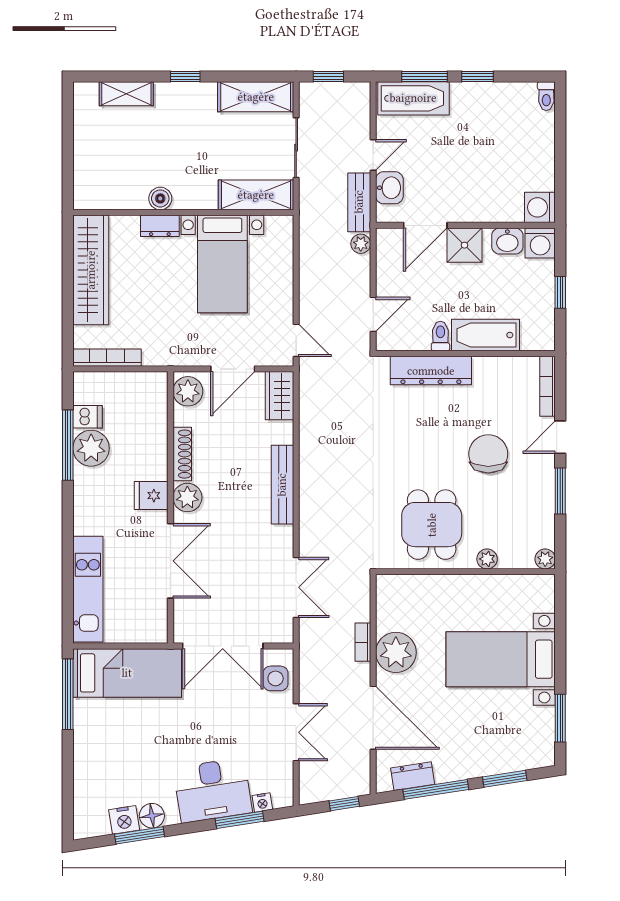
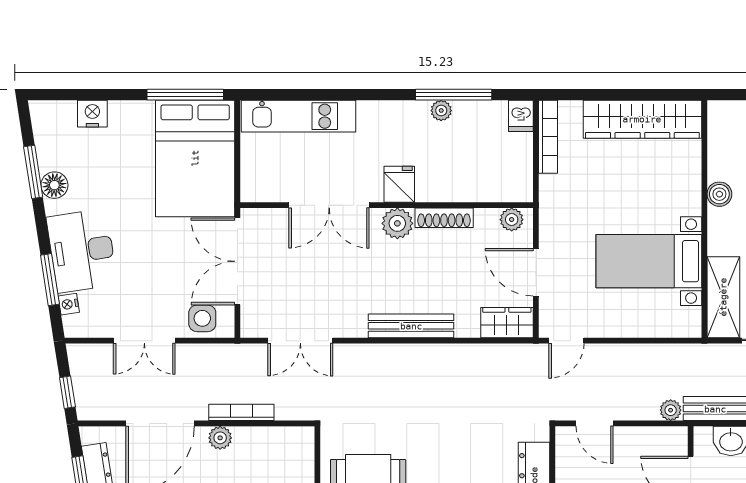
dresser: (160, 226) -> (690, 194), removed
plant: (188, 391) -> (512, 220), width x0.73, depth x0.73
dishwasher: (88, 417) -> (521, 116), moved
plant: (91, 448) -> (441, 111), width x0.53, depth x0.53
bookcase: (363, 642) -> (241, 412), width x1.56
plant: (396, 652) -> (220, 438), width x0.53, depth x0.53
bed: (127, 673) -> (195, 158), width x1.50
nightstand: (124, 820) -> (92, 114), moved, turned 99

